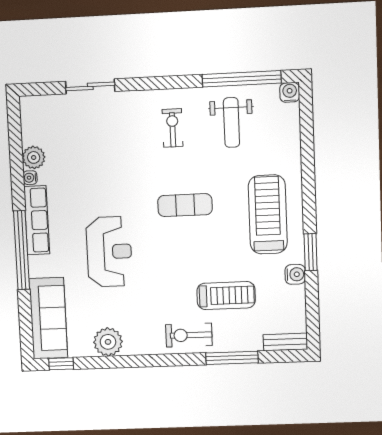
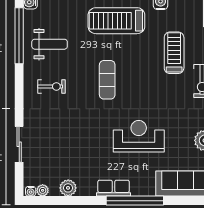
plant: (28, 122) -> (43, 190), added
exercise bike: (173, 128) -> (51, 86), turned 180
water cooler: (30, 178) -> (31, 191), moved
row of seats: (37, 220) -> (114, 188), width x0.68

